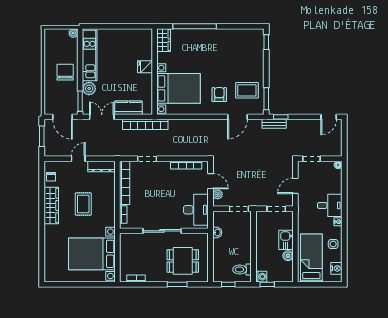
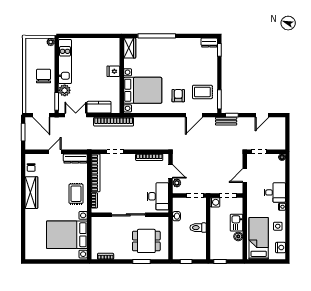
dresser: (255, 34) -> (209, 42), added
door: (329, 117) -> (262, 115), moved
rug: (83, 204) -> (76, 194), moved
toilet: (242, 270) -> (198, 228), moved
washing machine: (261, 277) -> (215, 202), moved

